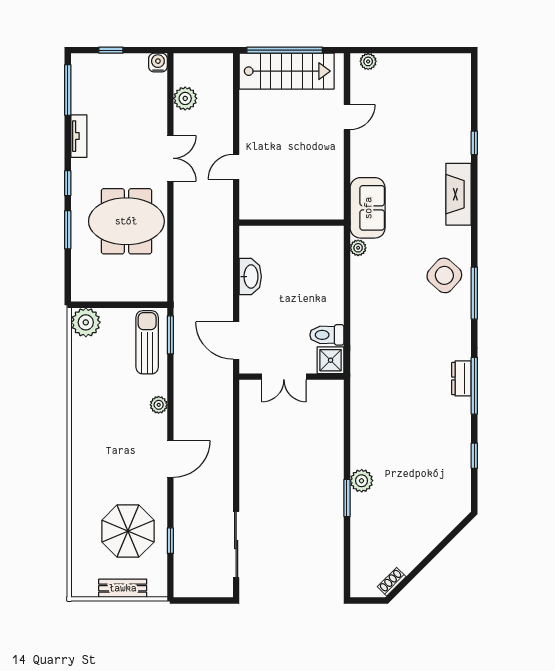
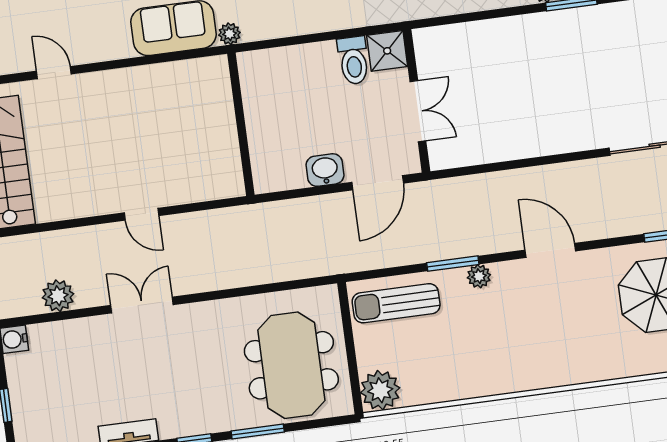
meeting table: (126, 221) -> (291, 365), moved
wall: (292, 223) -> (241, 124), moved
washbasin: (250, 277) -> (325, 170), moved, width x0.72
window: (170, 335) -> (453, 264), moved

